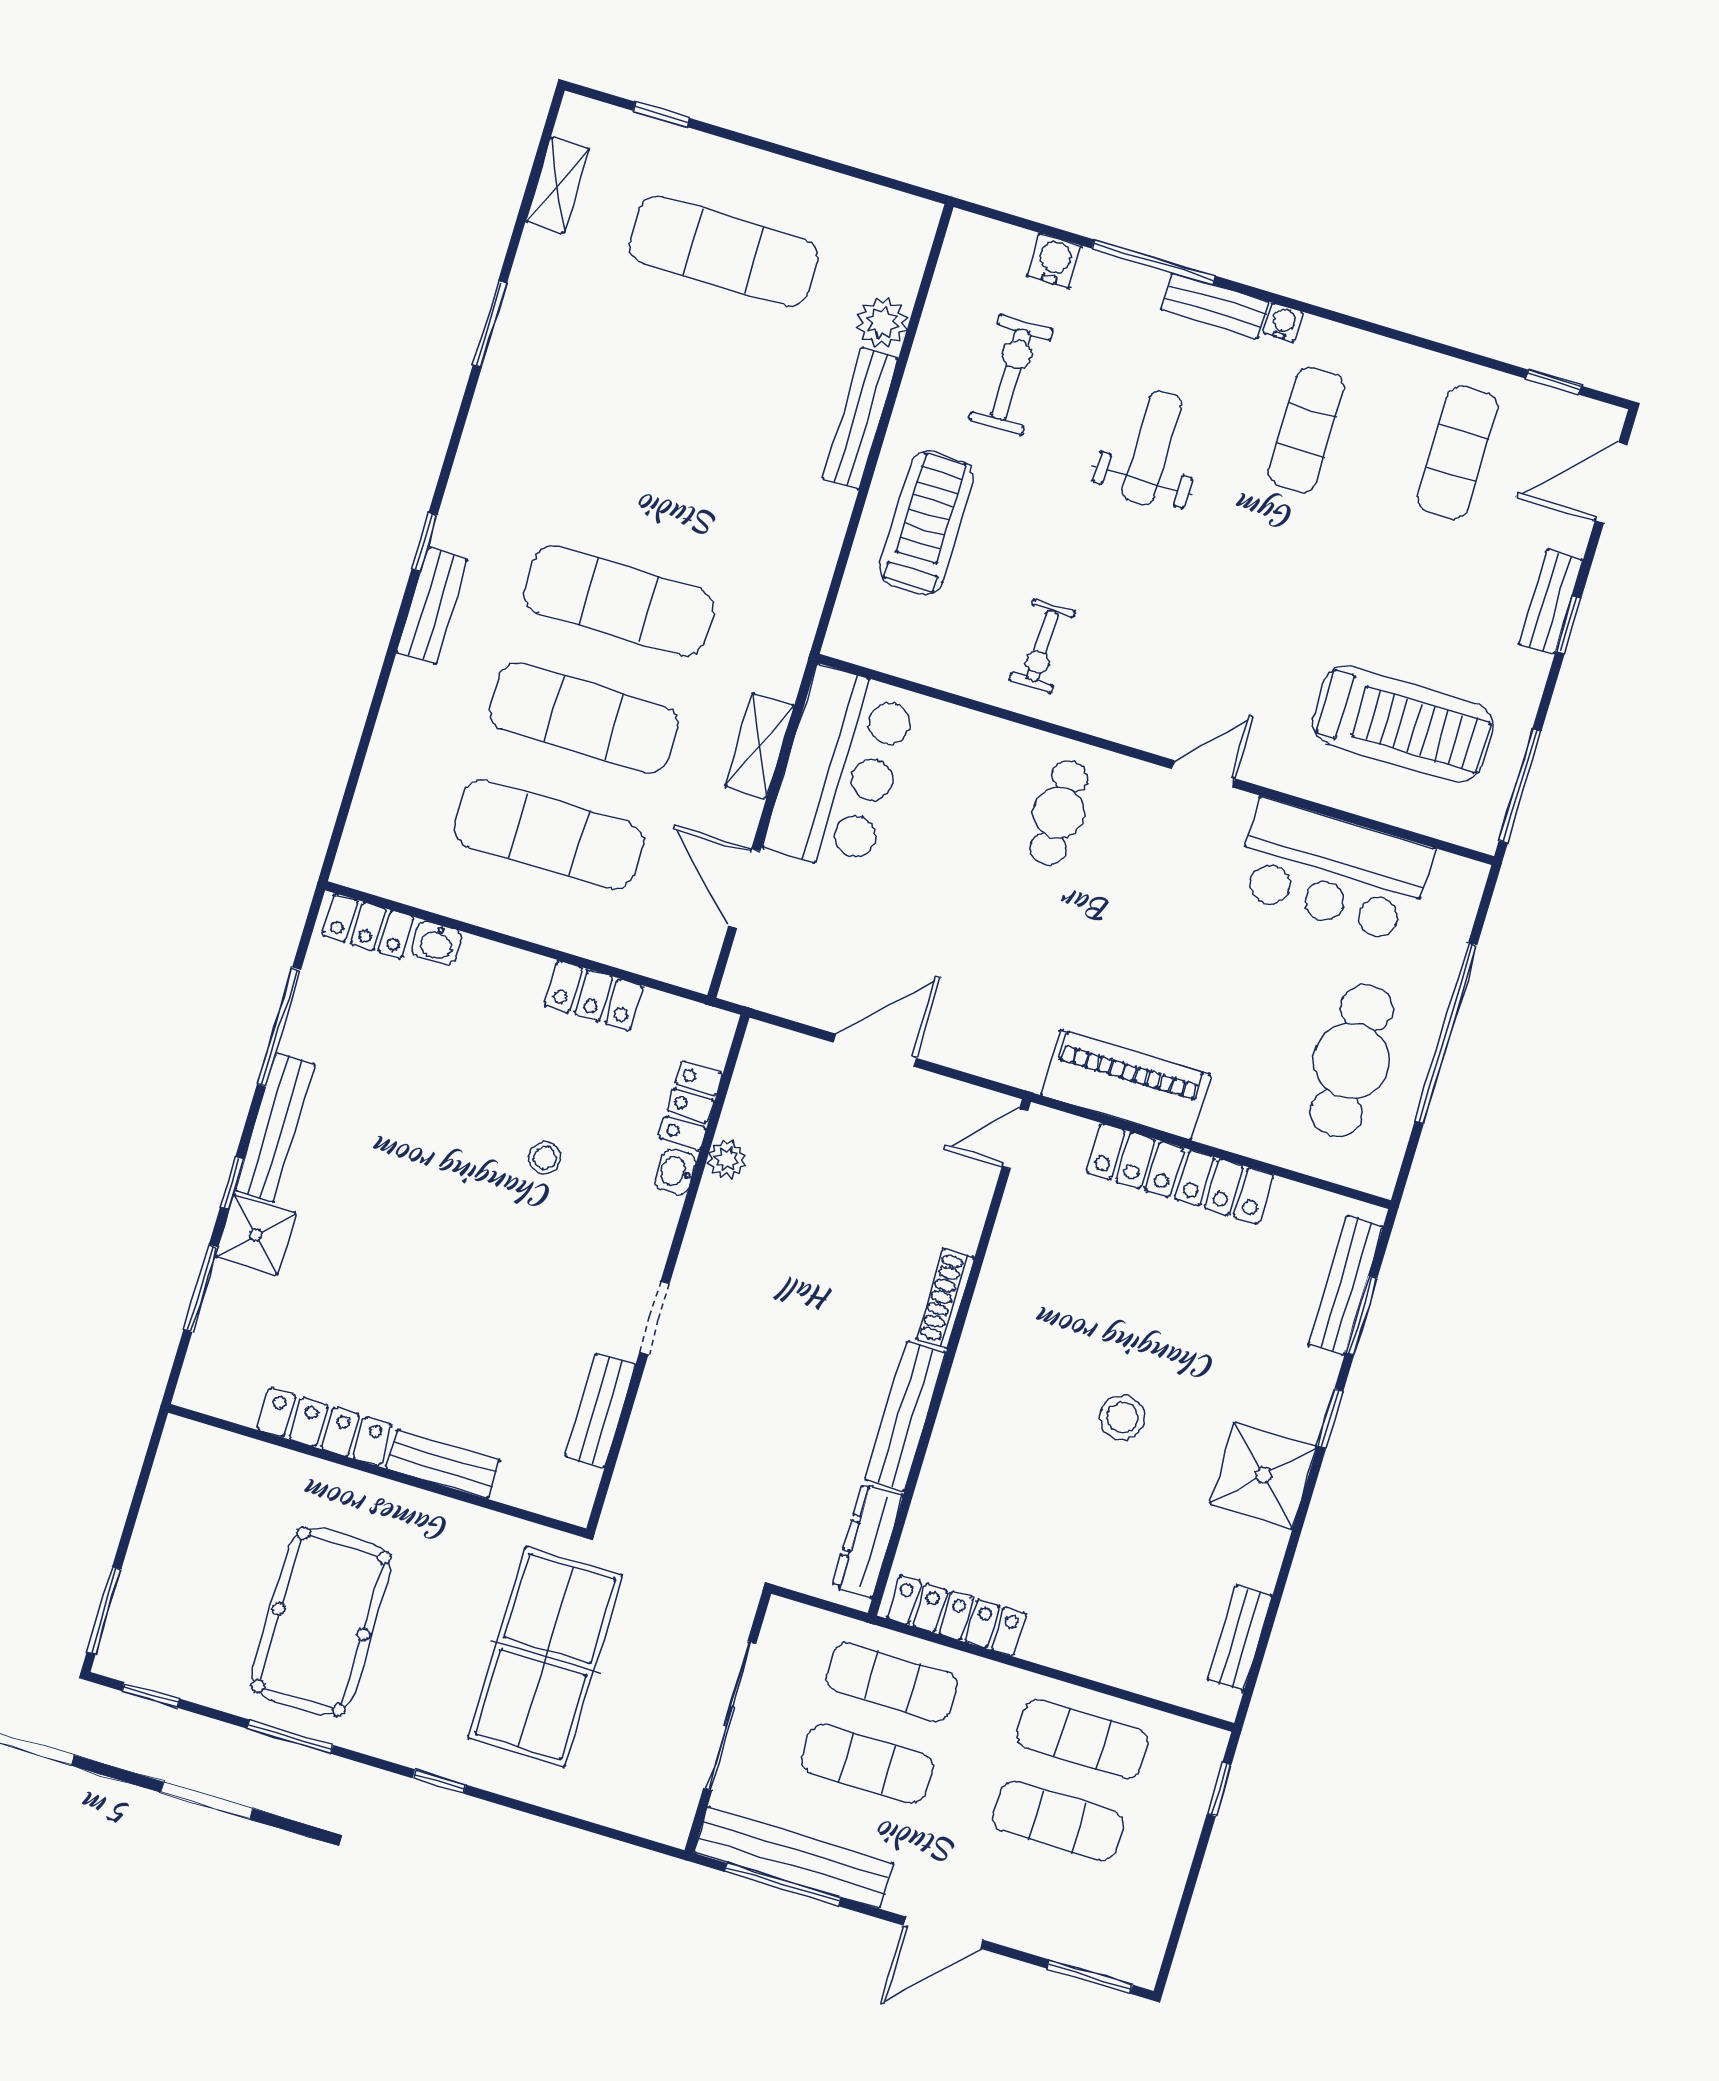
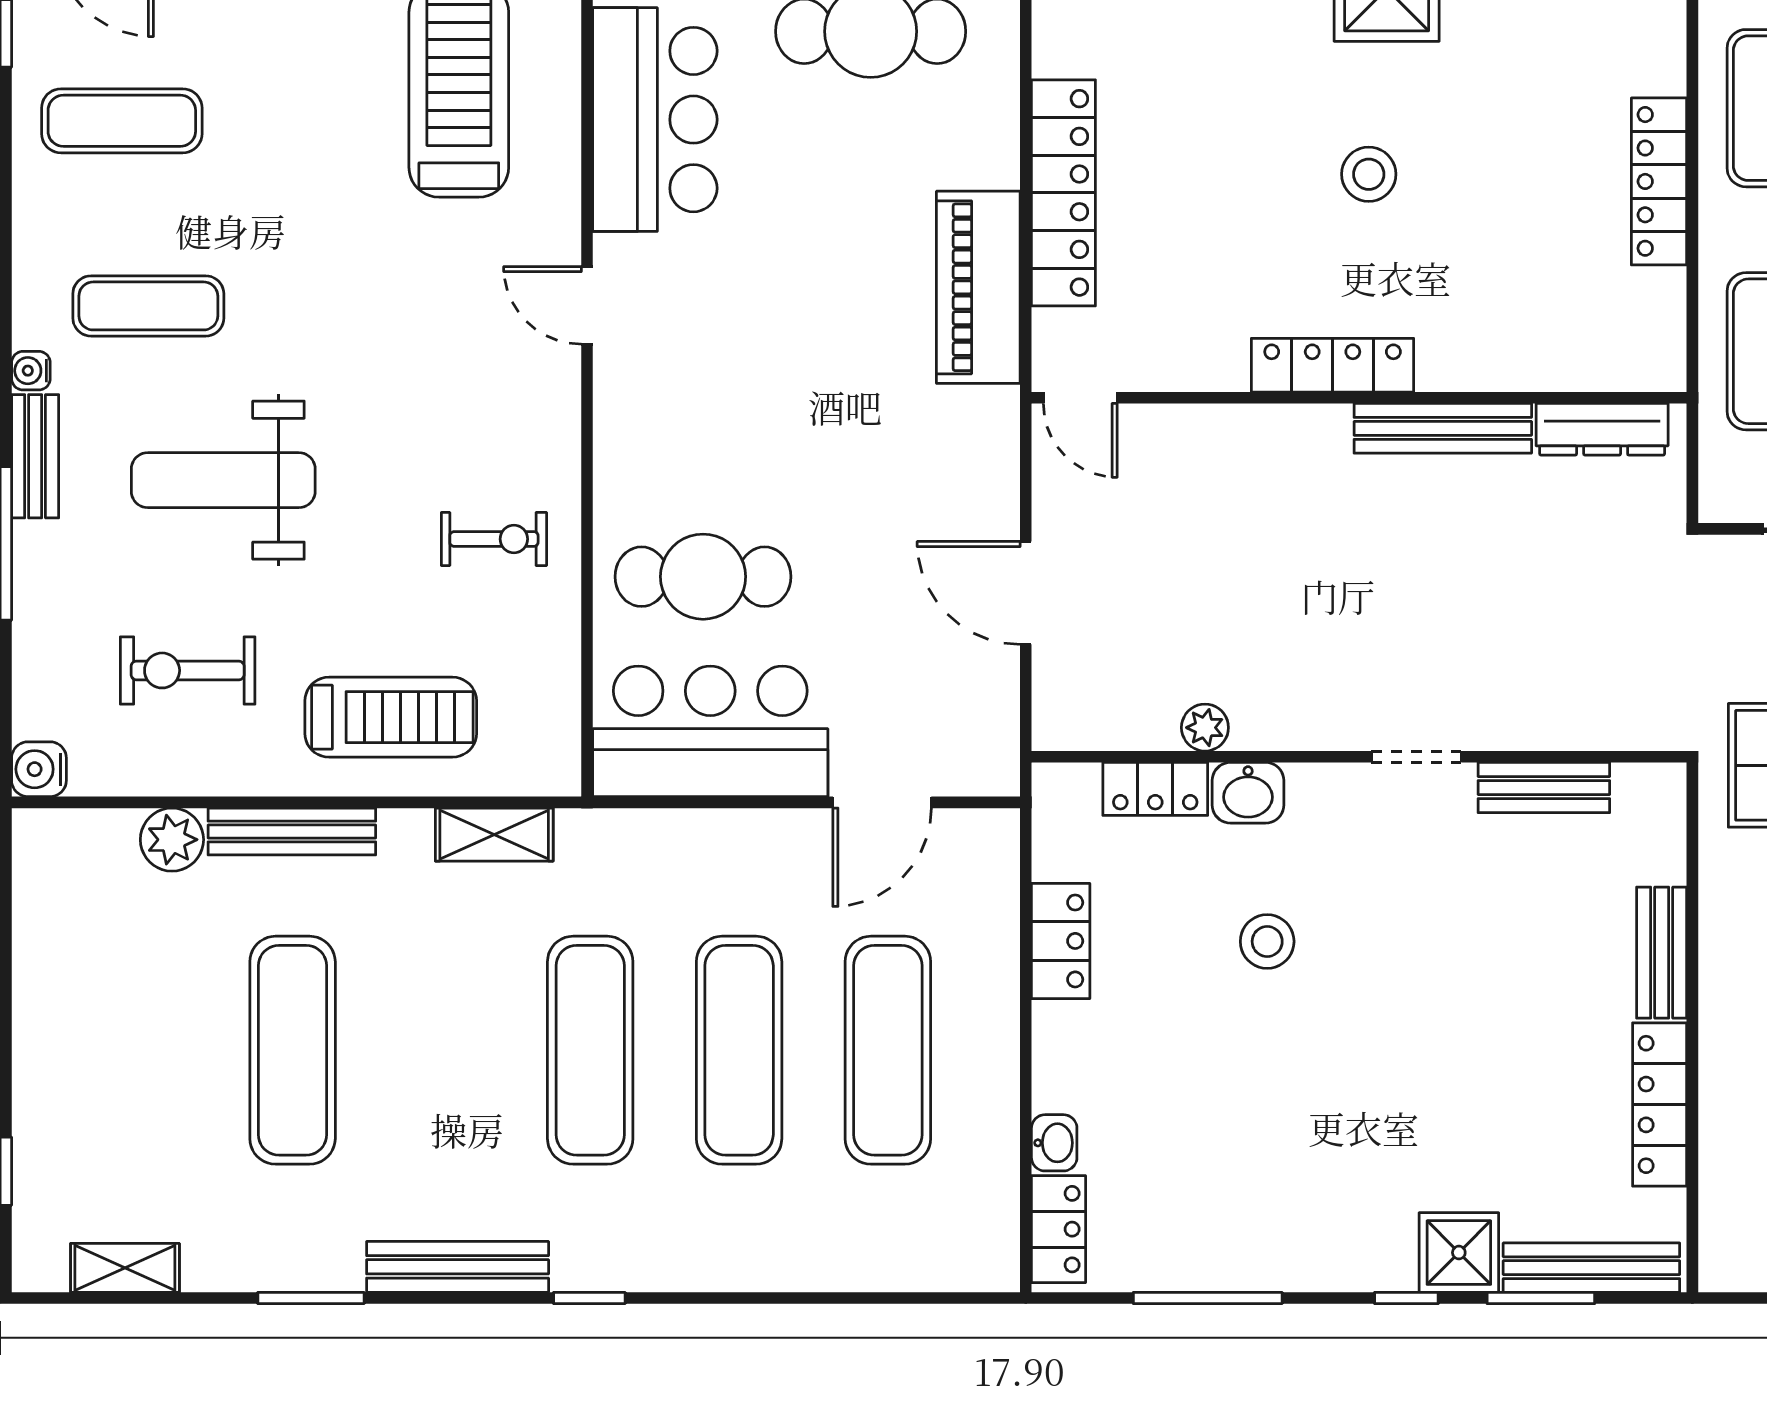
exercise mat: (724, 251) -> (293, 1050), moved
water cooler: (1054, 261) -> (39, 769), moved
weight bench: (1152, 447) -> (223, 480), width x1.36, depth x1.33
treadmill: (927, 523) -> (391, 717), turned 180
bench: (432, 606) -> (458, 1267), moved, width x1.36
shelving: (760, 746) -> (494, 835), moved
cafe table: (1059, 813) -> (703, 577), moved, width x1.37, depth x1.35
bench: (275, 1127) -> (1591, 1268), moved
stool: (545, 1157) -> (1267, 941), width x1.37, depth x1.37
washbasin: (675, 1172) -> (1248, 793), width x1.38, depth x1.45
shoe rack: (945, 1298) -> (1291, 423), removed
locker: (981, 1344) -> (1333, 365), added
locker: (956, 1616) -> (1659, 181), moved

